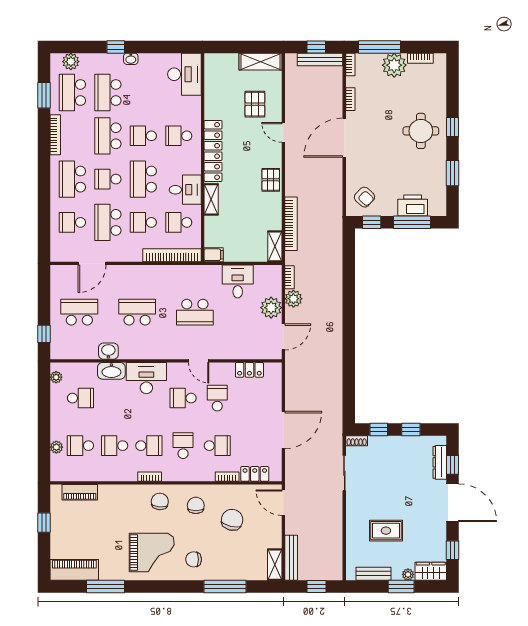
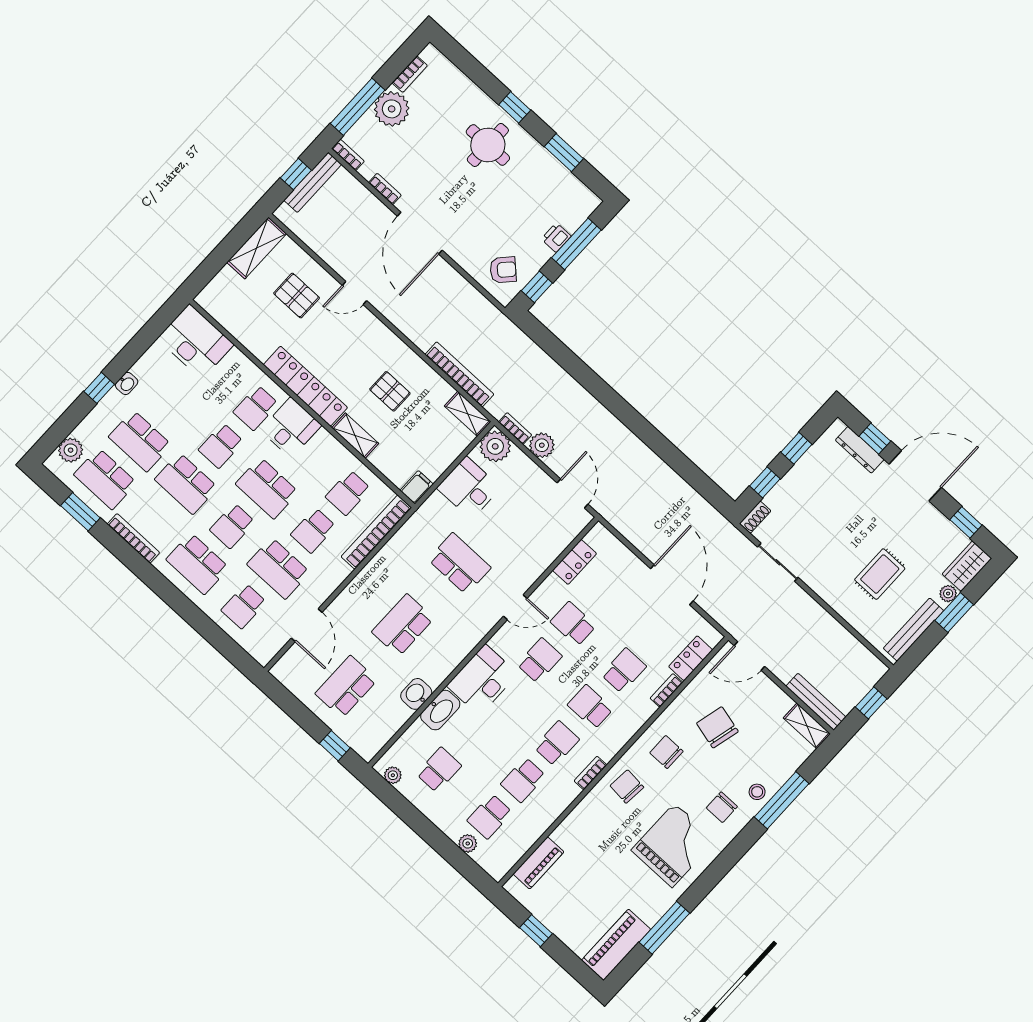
pallet: (271, 180) -> (390, 391), moved
desk: (185, 190) -> (291, 428), moved
printer: (413, 206) -> (556, 238), width x0.53, depth x0.68
plant: (271, 308) -> (495, 446), moved
school desk: (195, 312) -> (459, 564), turned -90
school desk: (183, 398) -> (540, 660), turned 180
stool: (218, 570) -> (757, 792), added
bench: (373, 574) -> (913, 629), width x1.36

